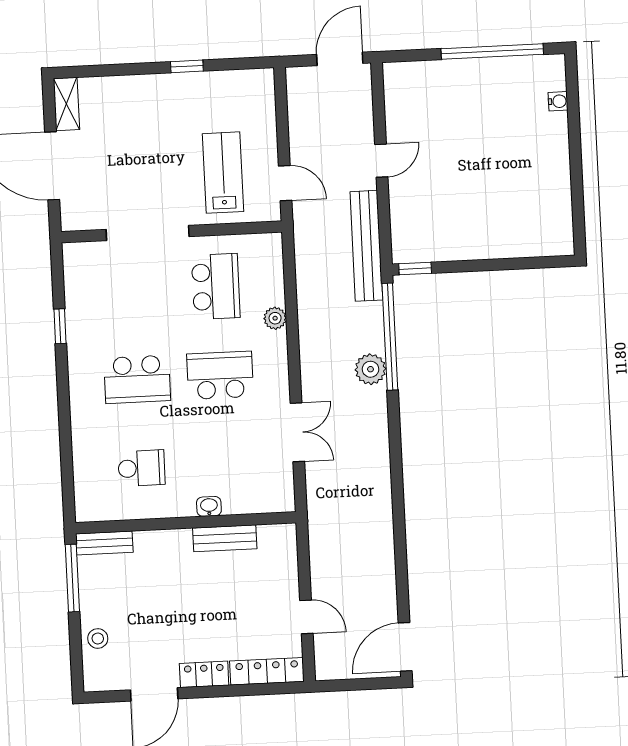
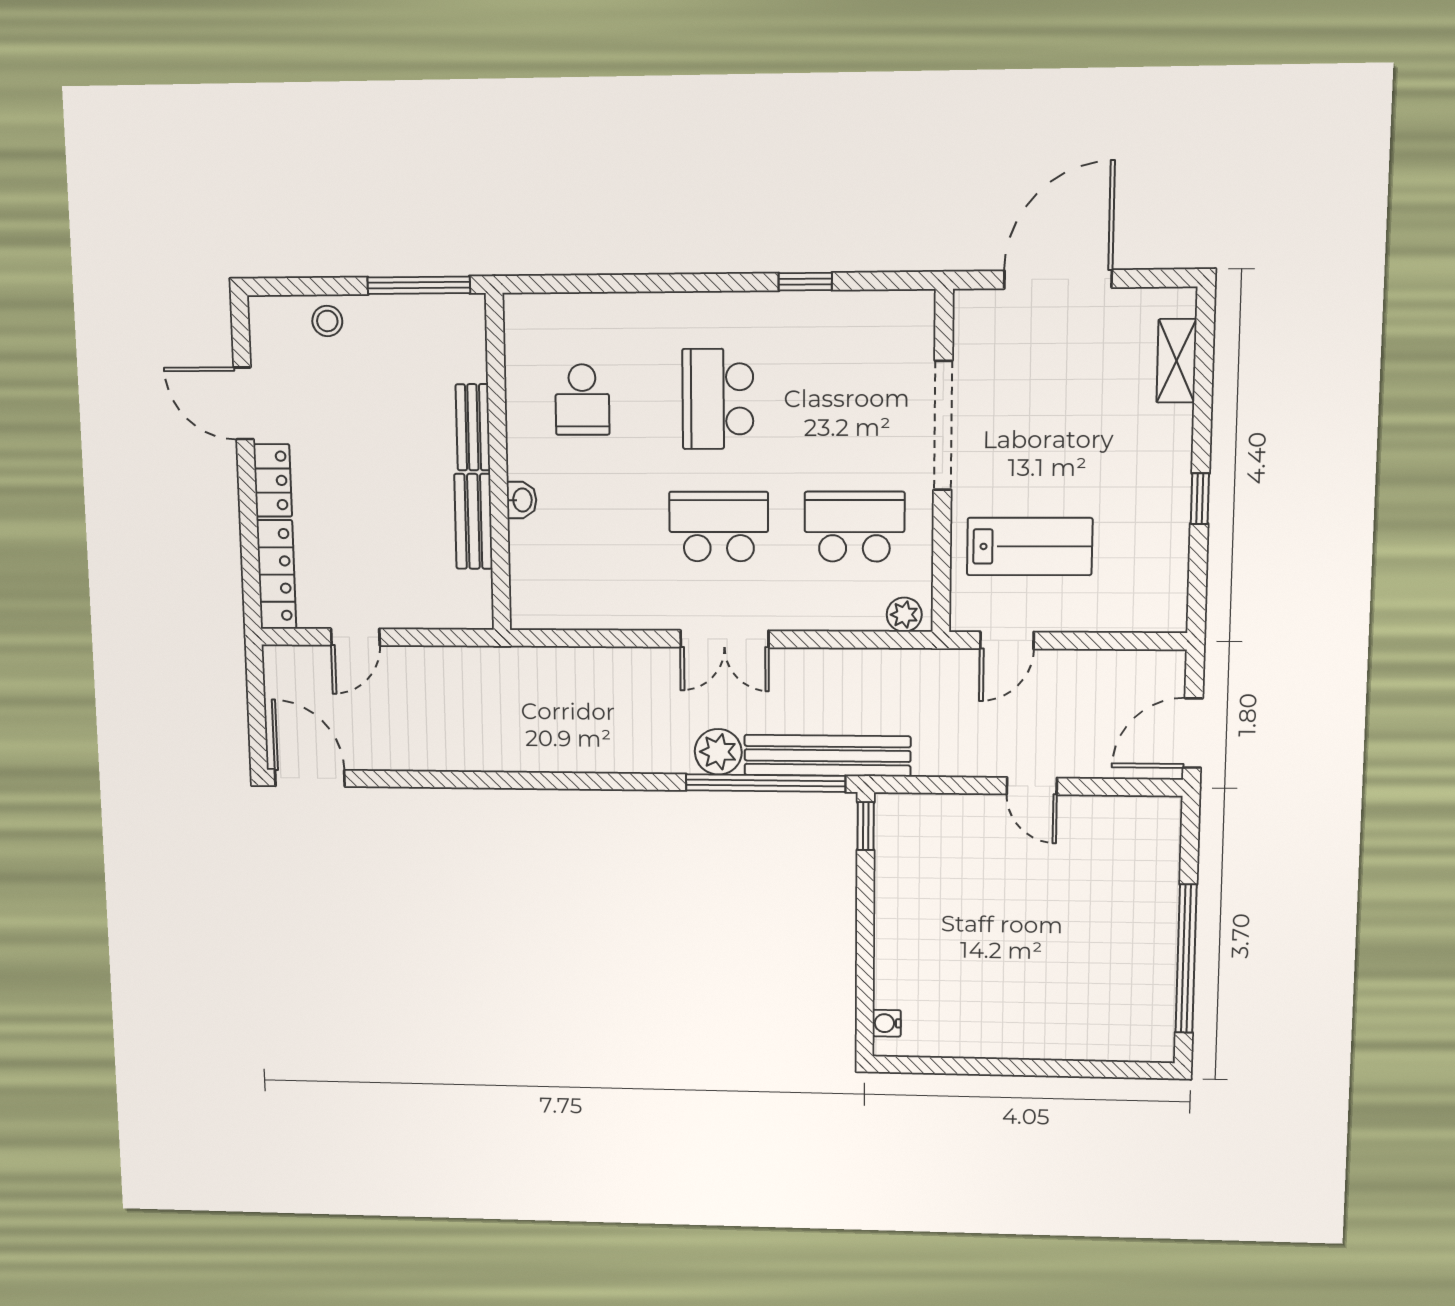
door: (340, 59) -> (1193, 733), swing flipped
water cooler: (558, 101) -> (887, 1023), moved, turned 90
shelving: (66, 104) -> (1176, 361), moved, turned 90
bench: (366, 246) -> (827, 756), moved
school desk: (216, 286) -> (854, 527), turned 180
plant: (275, 318) -> (904, 615), moved
school desk: (220, 375) -> (719, 527), turned -90
double door: (297, 432) -> (724, 639), moved
bench: (104, 543) -> (473, 427), moved

